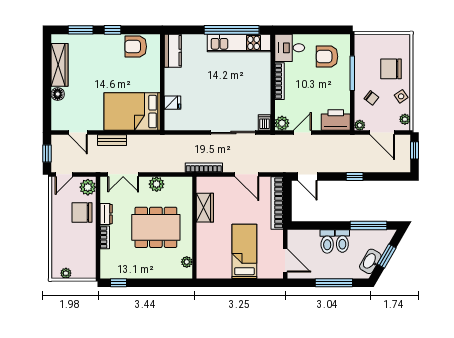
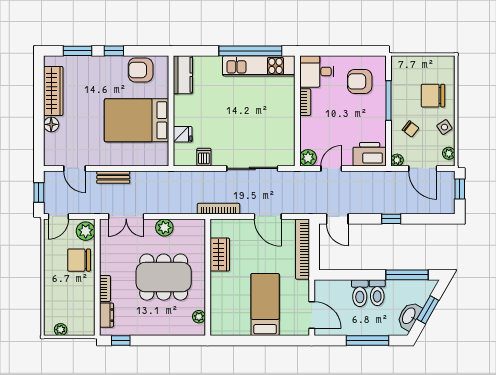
bookcase: (279, 81) -> (305, 102), width x0.64
bed: (132, 112) -> (137, 120), moved
dishwasher: (264, 123) -> (204, 157), moved
dresser: (106, 214) -> (107, 315), moved

